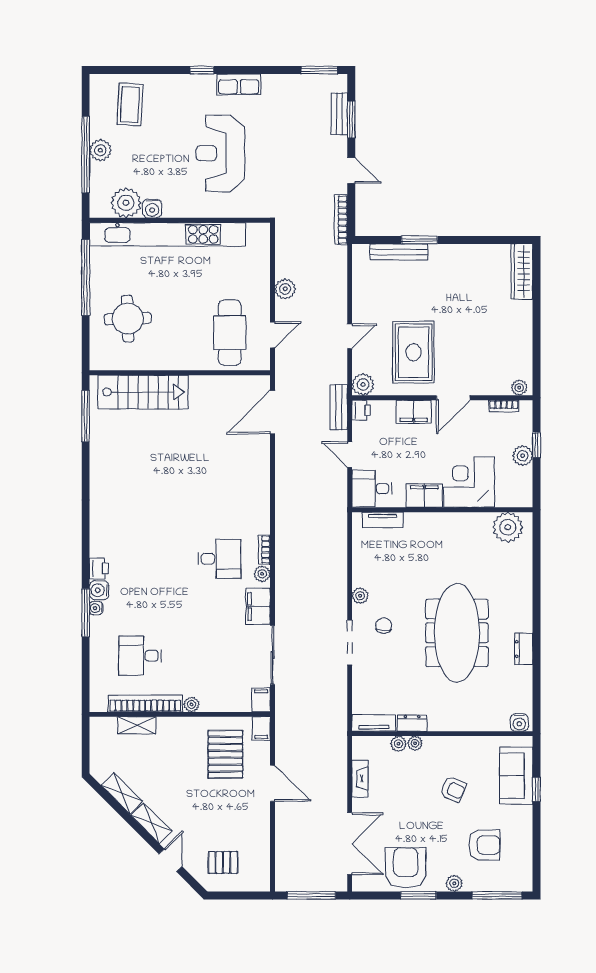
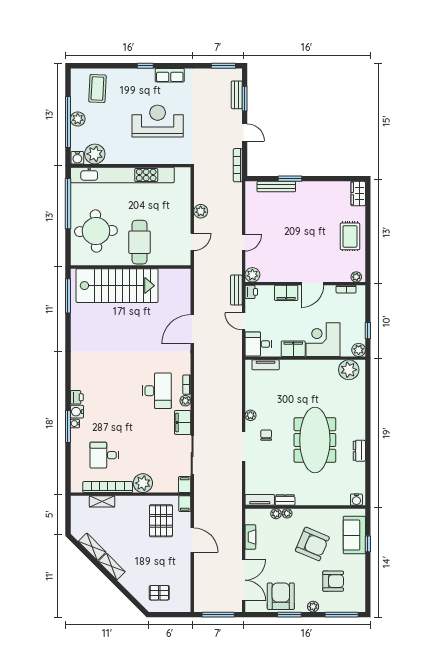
reception desk: (220, 153) -> (158, 121), turned 90
water cooler: (152, 208) -> (77, 158), moved
wardrobe: (522, 271) -> (358, 194), width x0.67
round table: (128, 319) -> (96, 231), width x1.36, depth x1.36
cafe table: (230, 333) -> (140, 242), moved
rug: (413, 352) -> (350, 236), moved, width x0.73, depth x0.70
stairs: (143, 392) -> (117, 286), width x1.36, depth x1.51
door: (272, 412) -> (192, 329), moved
window: (537, 445) -> (368, 331), moved
plant: (523, 456) -> (359, 350), moved
desk: (219, 559) -> (157, 391), width x1.37
plant: (192, 704) -> (143, 483), width x1.88, depth x1.88
armchair: (453, 789) -> (312, 544), width x1.88, depth x1.88
door: (170, 860) -> (124, 591), removed

